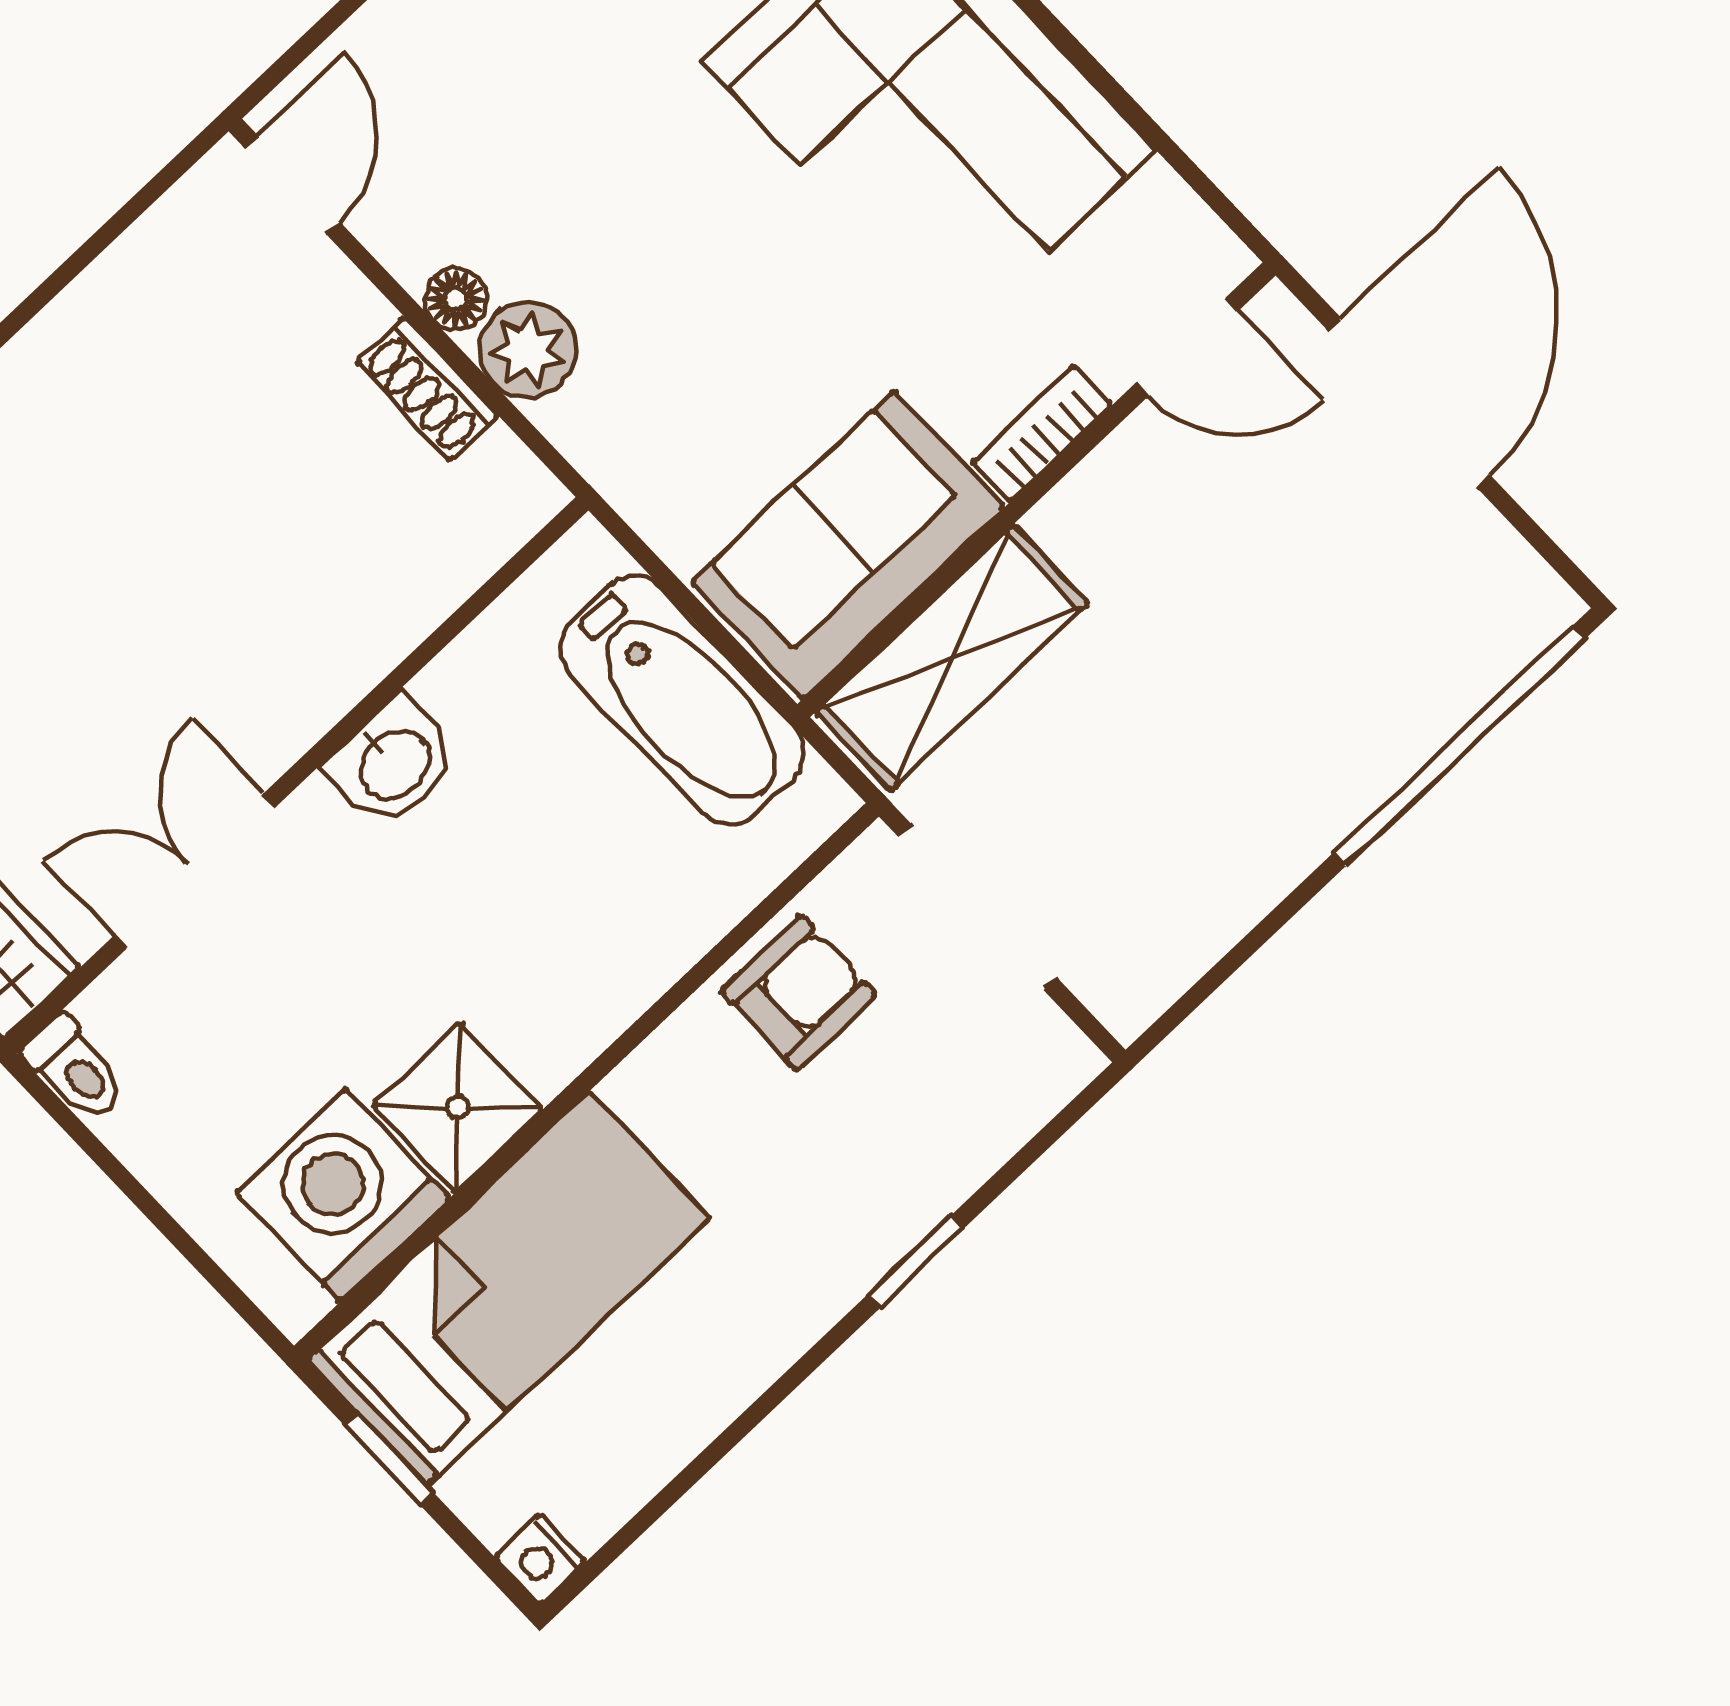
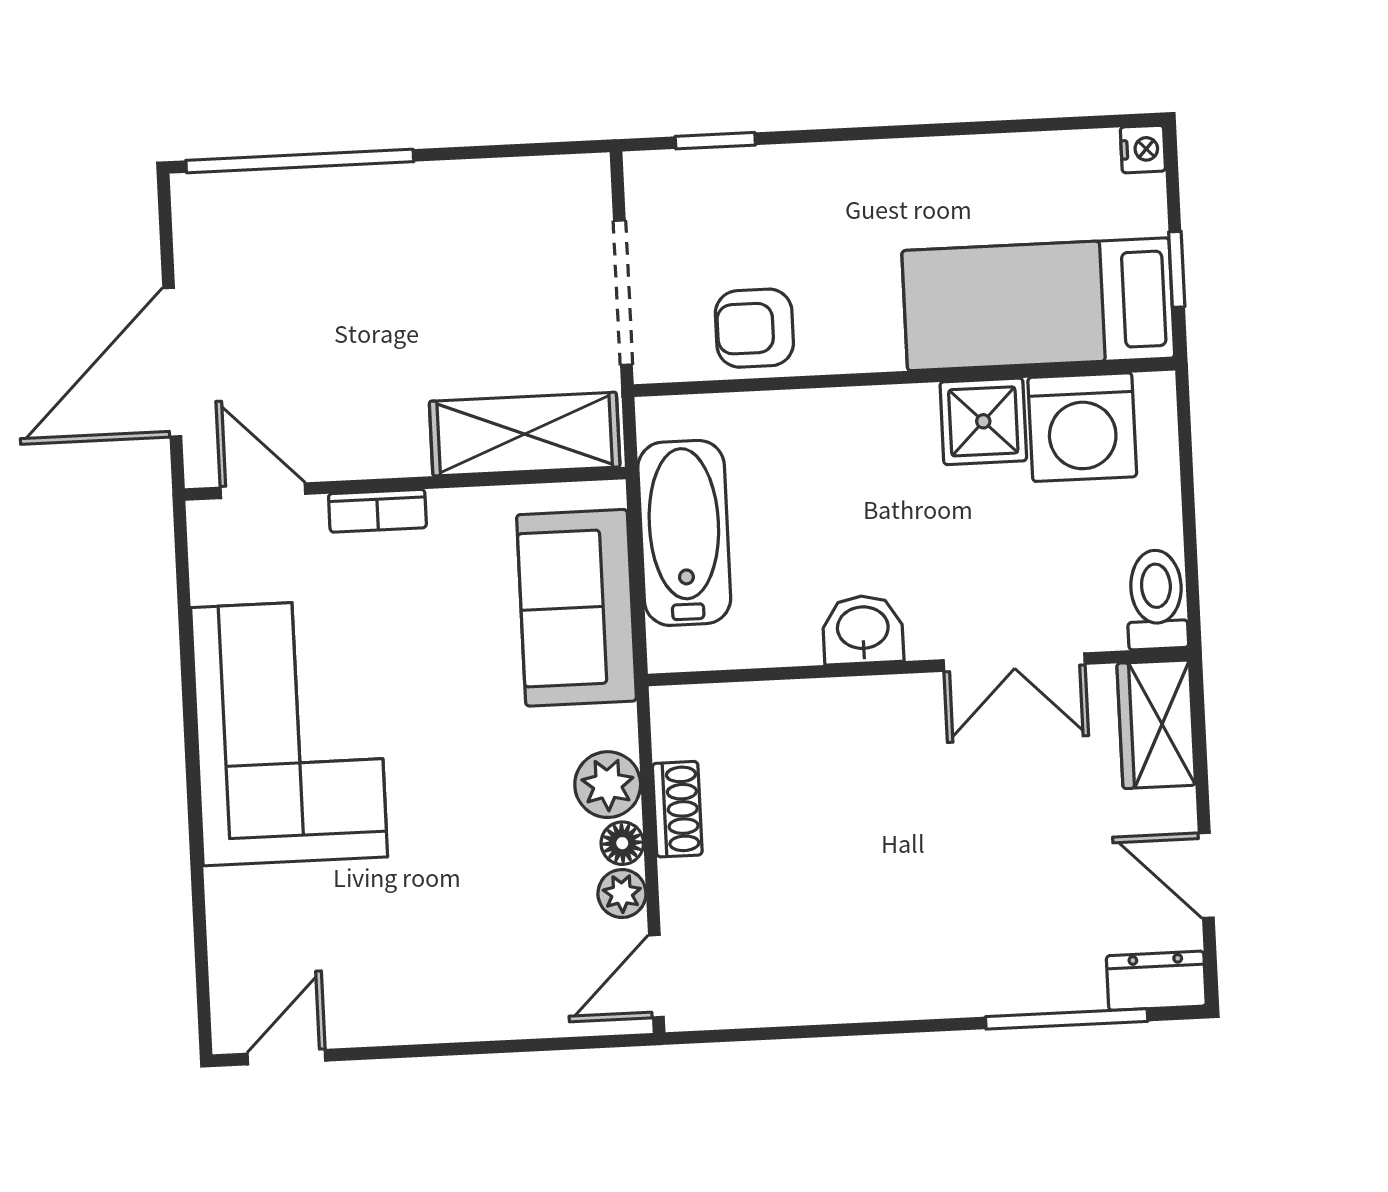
plant: (408, 243) -> (622, 894), added
sofa: (848, 545) -> (577, 608), moved, turned 90
toilet: (75, 1069) -> (1157, 600), width x1.37, depth x1.39
window: (915, 1262) -> (715, 141), moved

